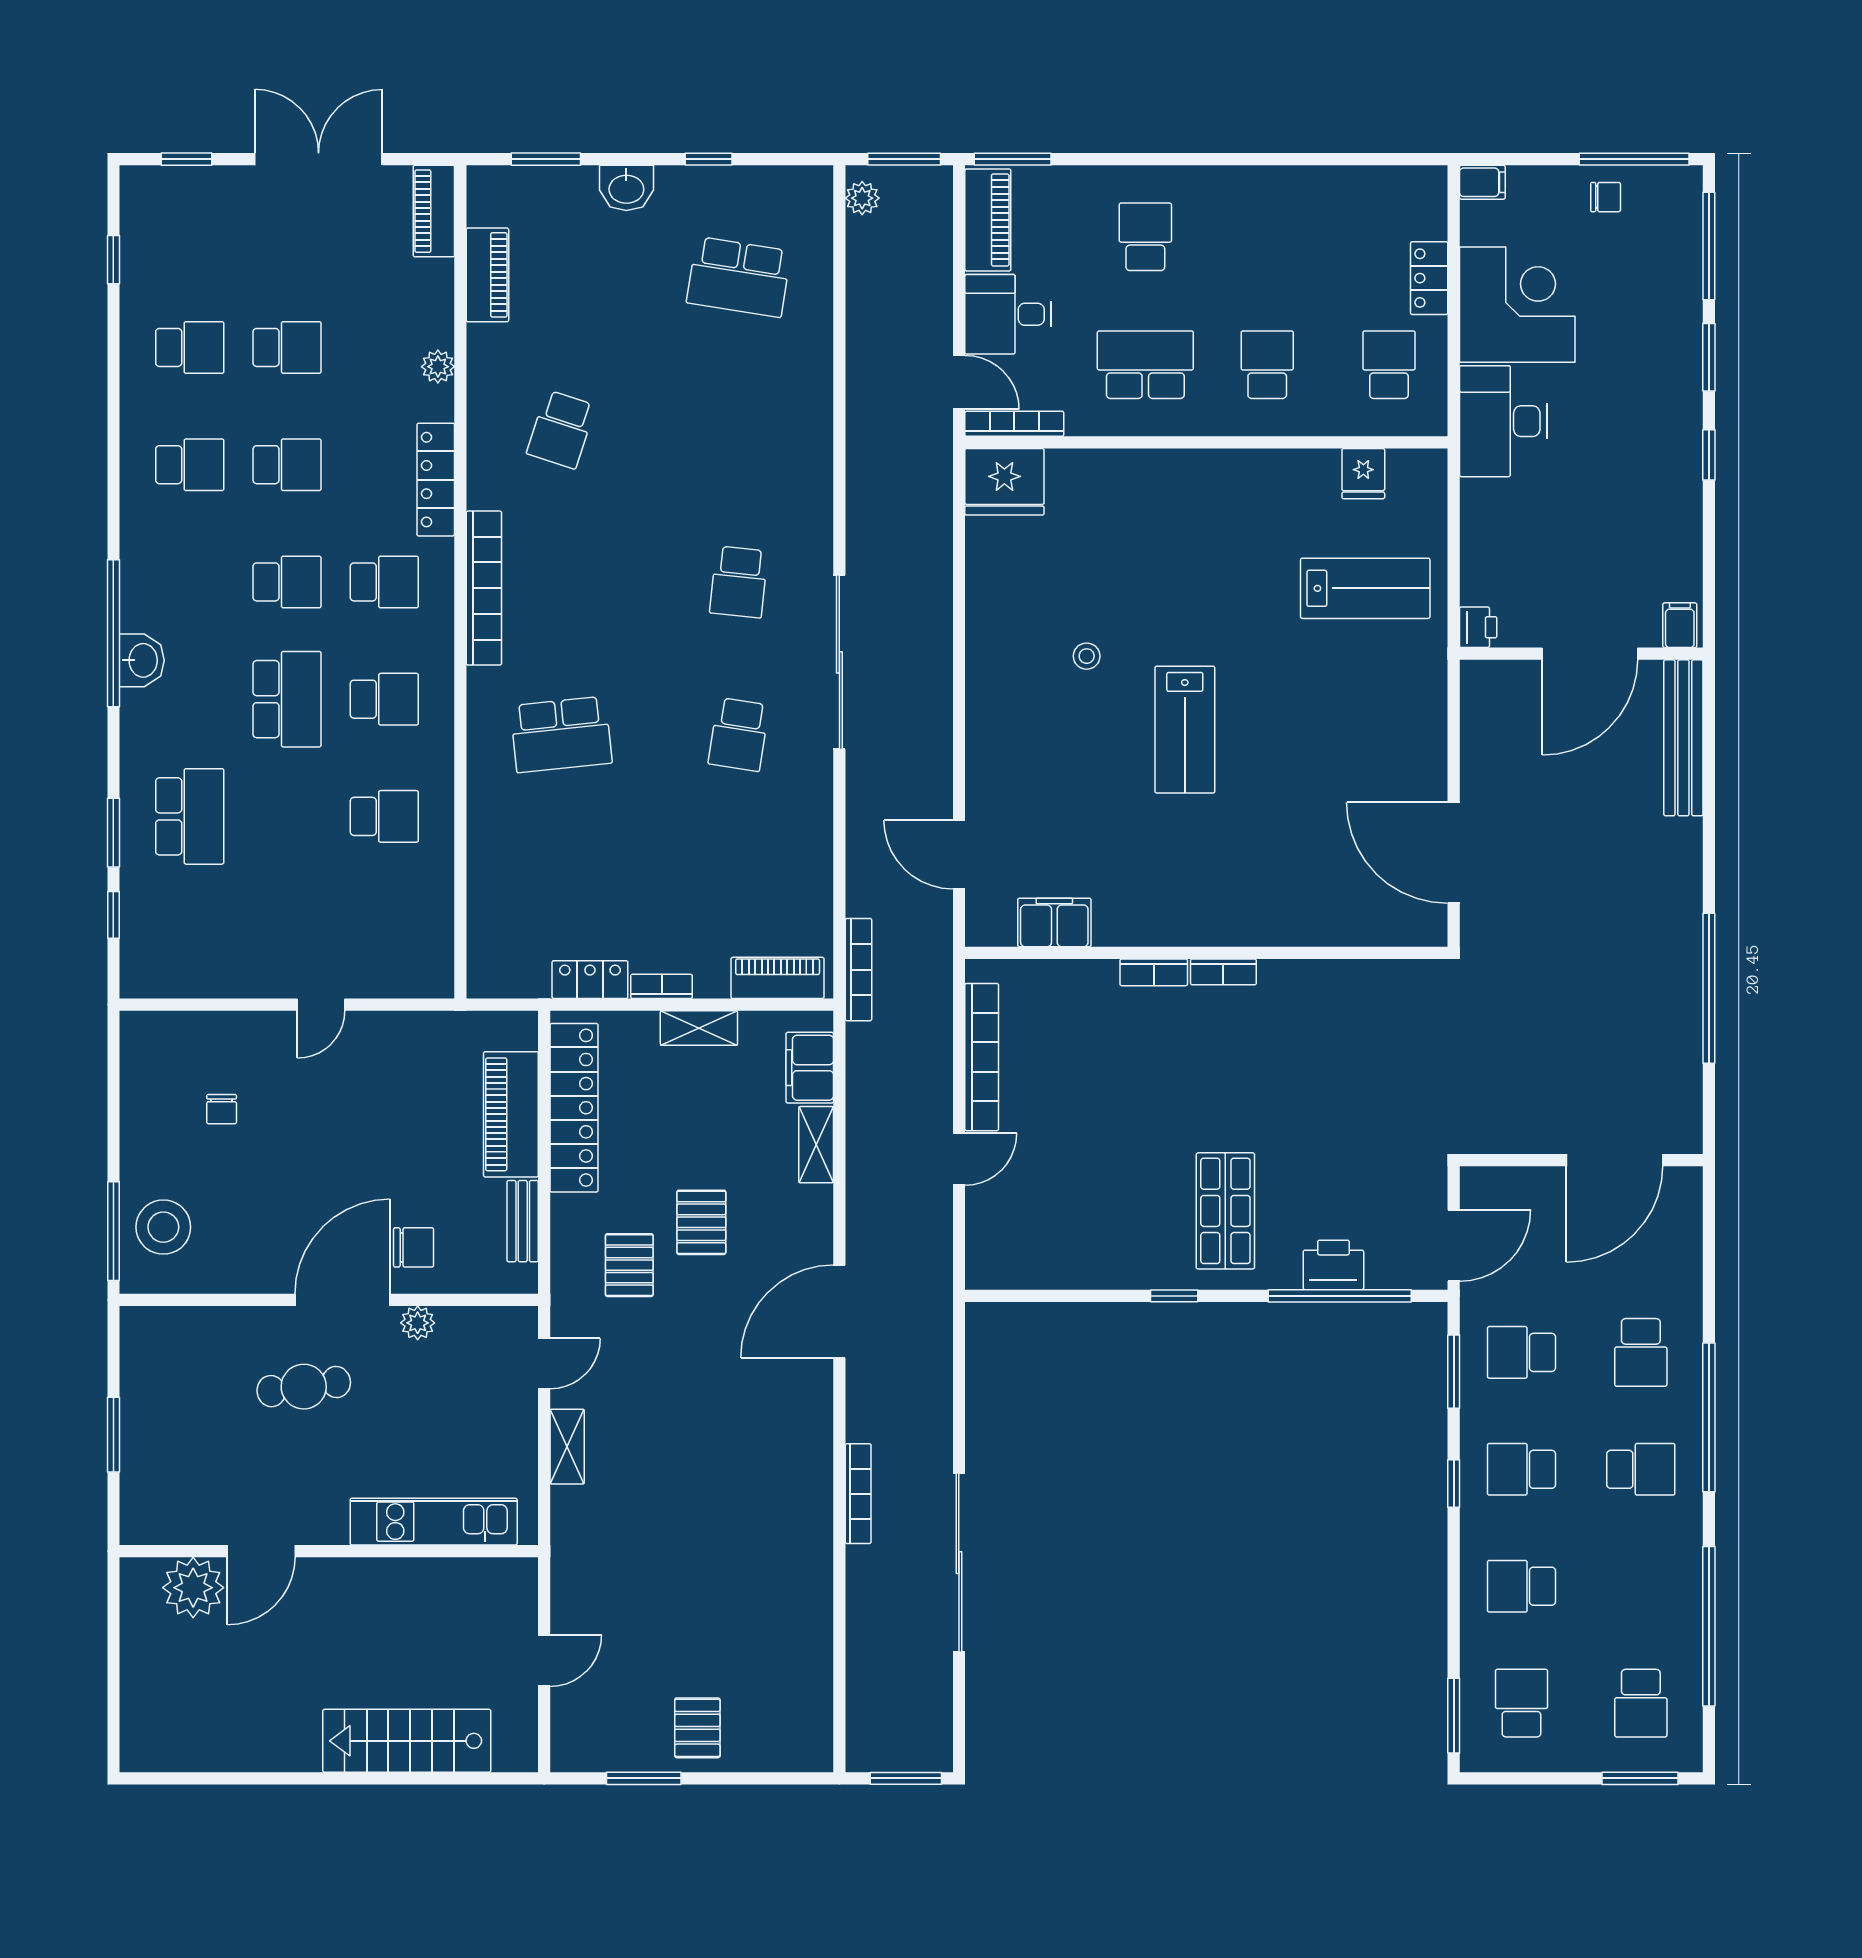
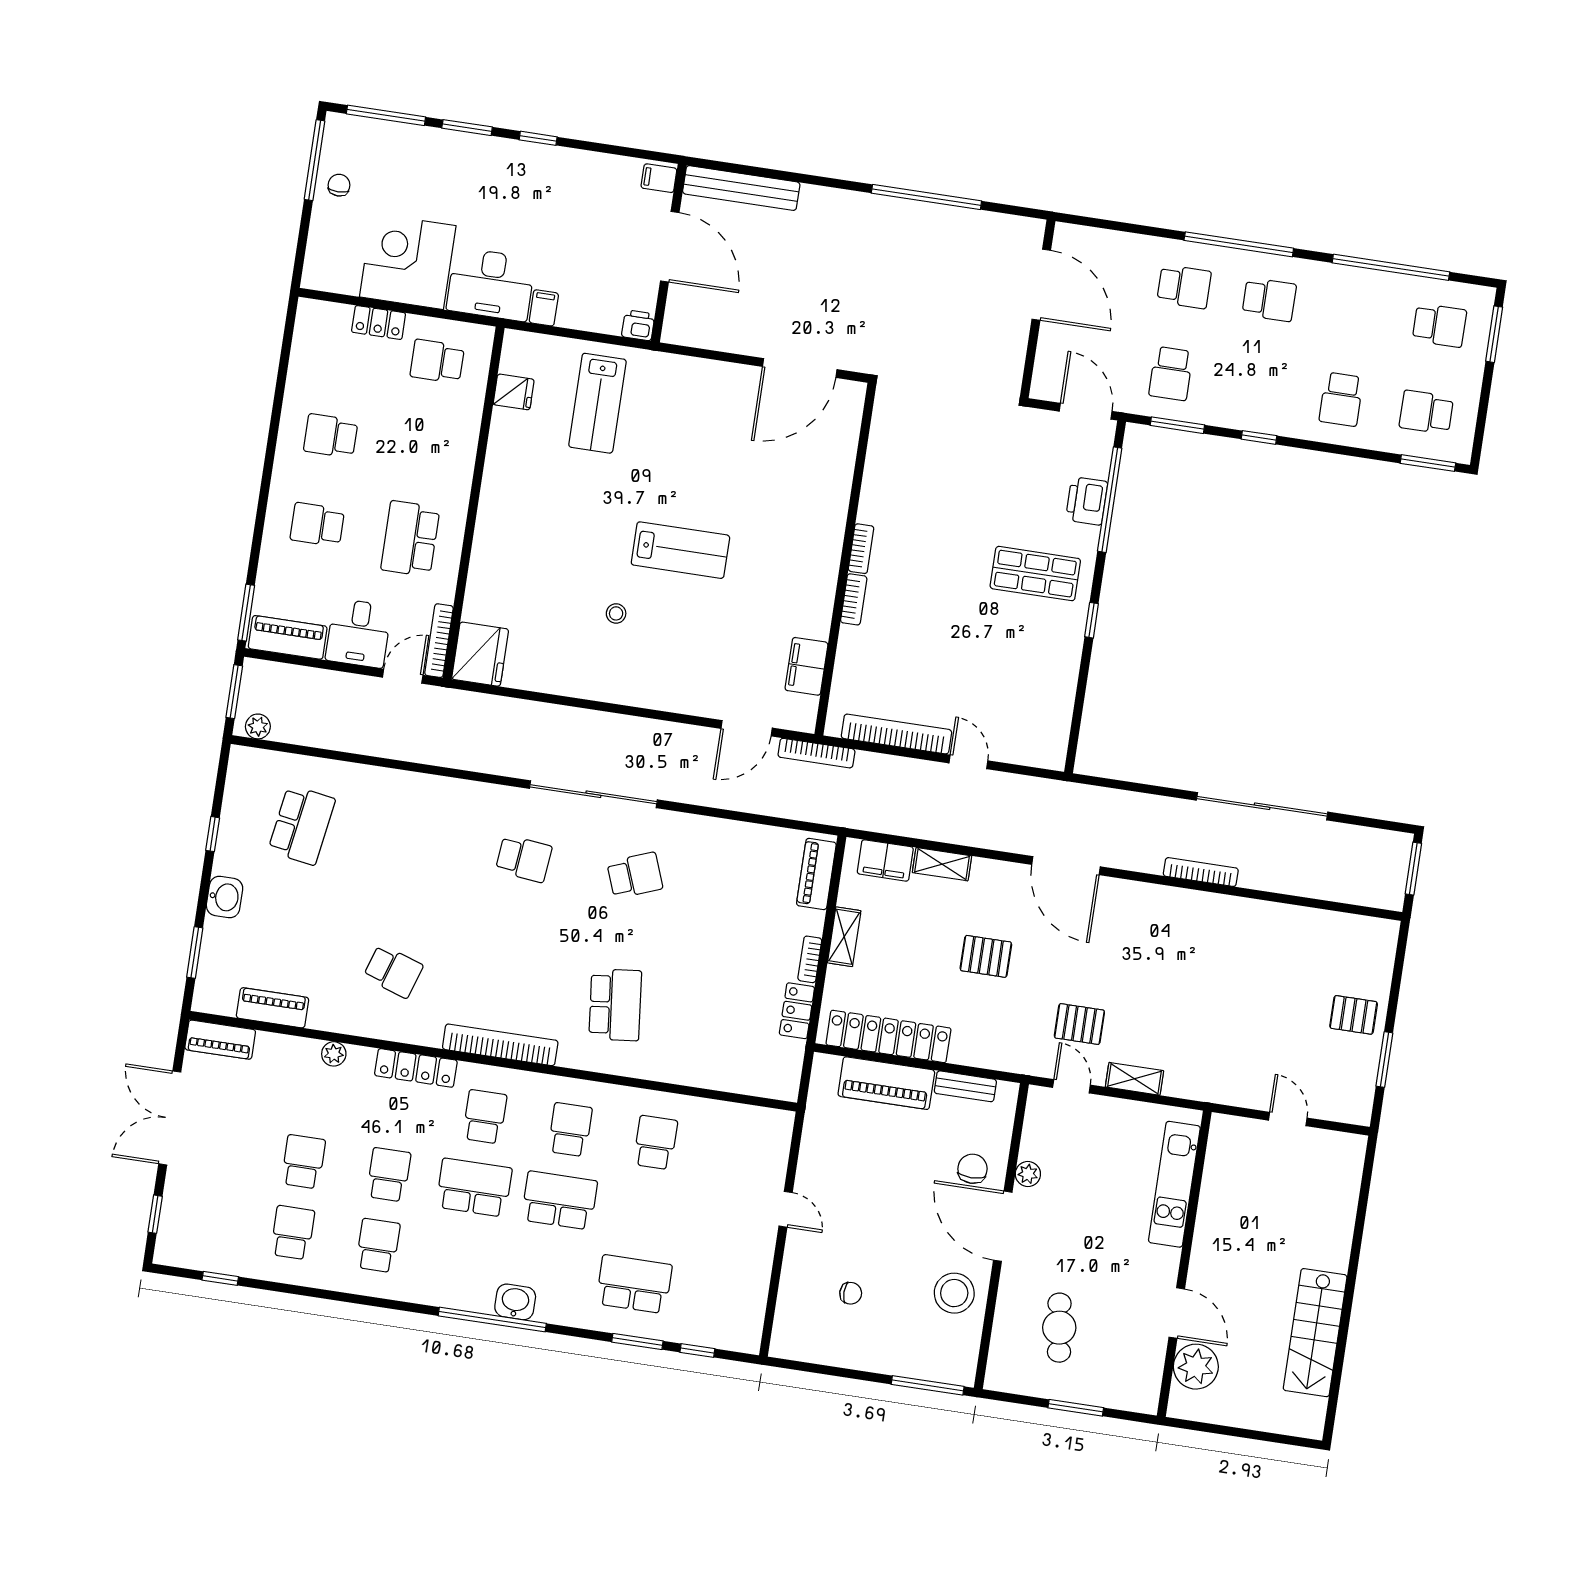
filing cabinet: (1482, 182) -> (544, 308), moved
school desk: (1267, 365) -> (331, 436), moved
school desk: (287, 582) -> (474, 1188), width x1.85
lab bench: (1365, 588) -> (597, 403), turned 180
school desk: (739, 734) -> (635, 875), turned -30
bookcase: (858, 970) -> (816, 753), moved, turned 180
stool: (163, 1227) -> (954, 1293), moved
pallet: (629, 1265) -> (1079, 1024), moved
cafe table: (304, 1387) -> (1059, 1328), moved
school desk: (1521, 1469) -> (1256, 386), removed
school desk: (1641, 1469) -> (1269, 300), turned 90
stairs: (407, 1741) -> (1315, 1333), moved

